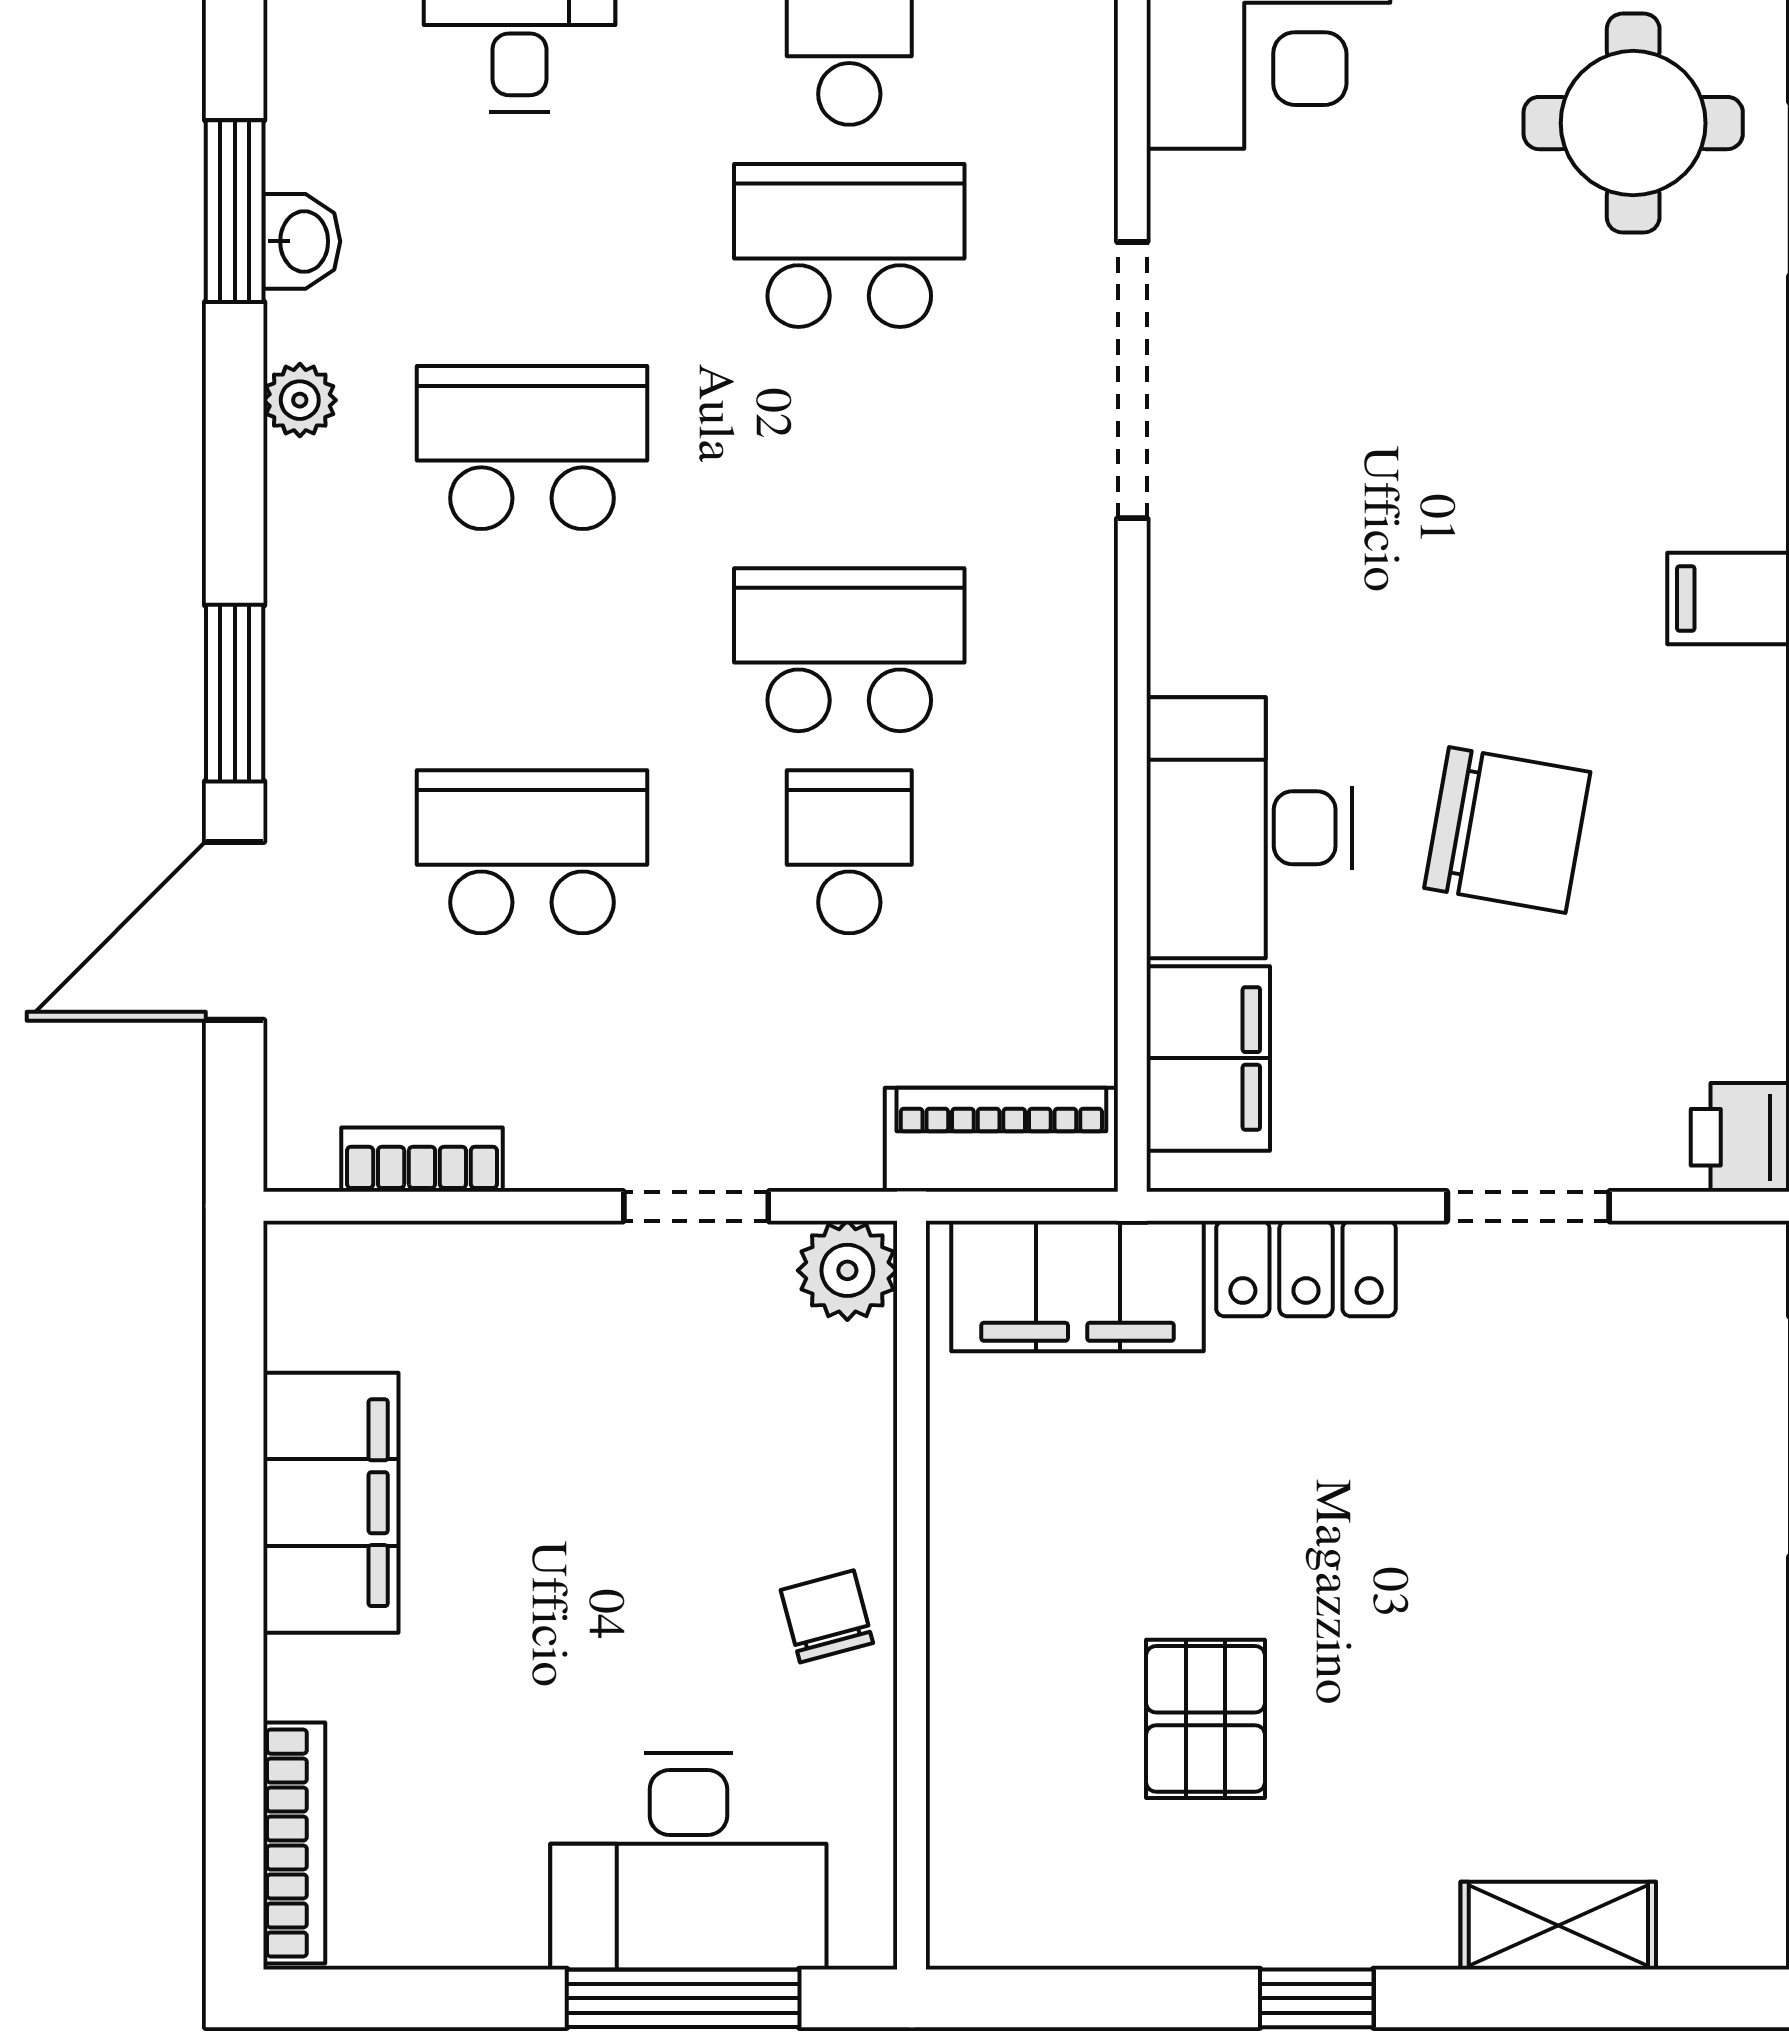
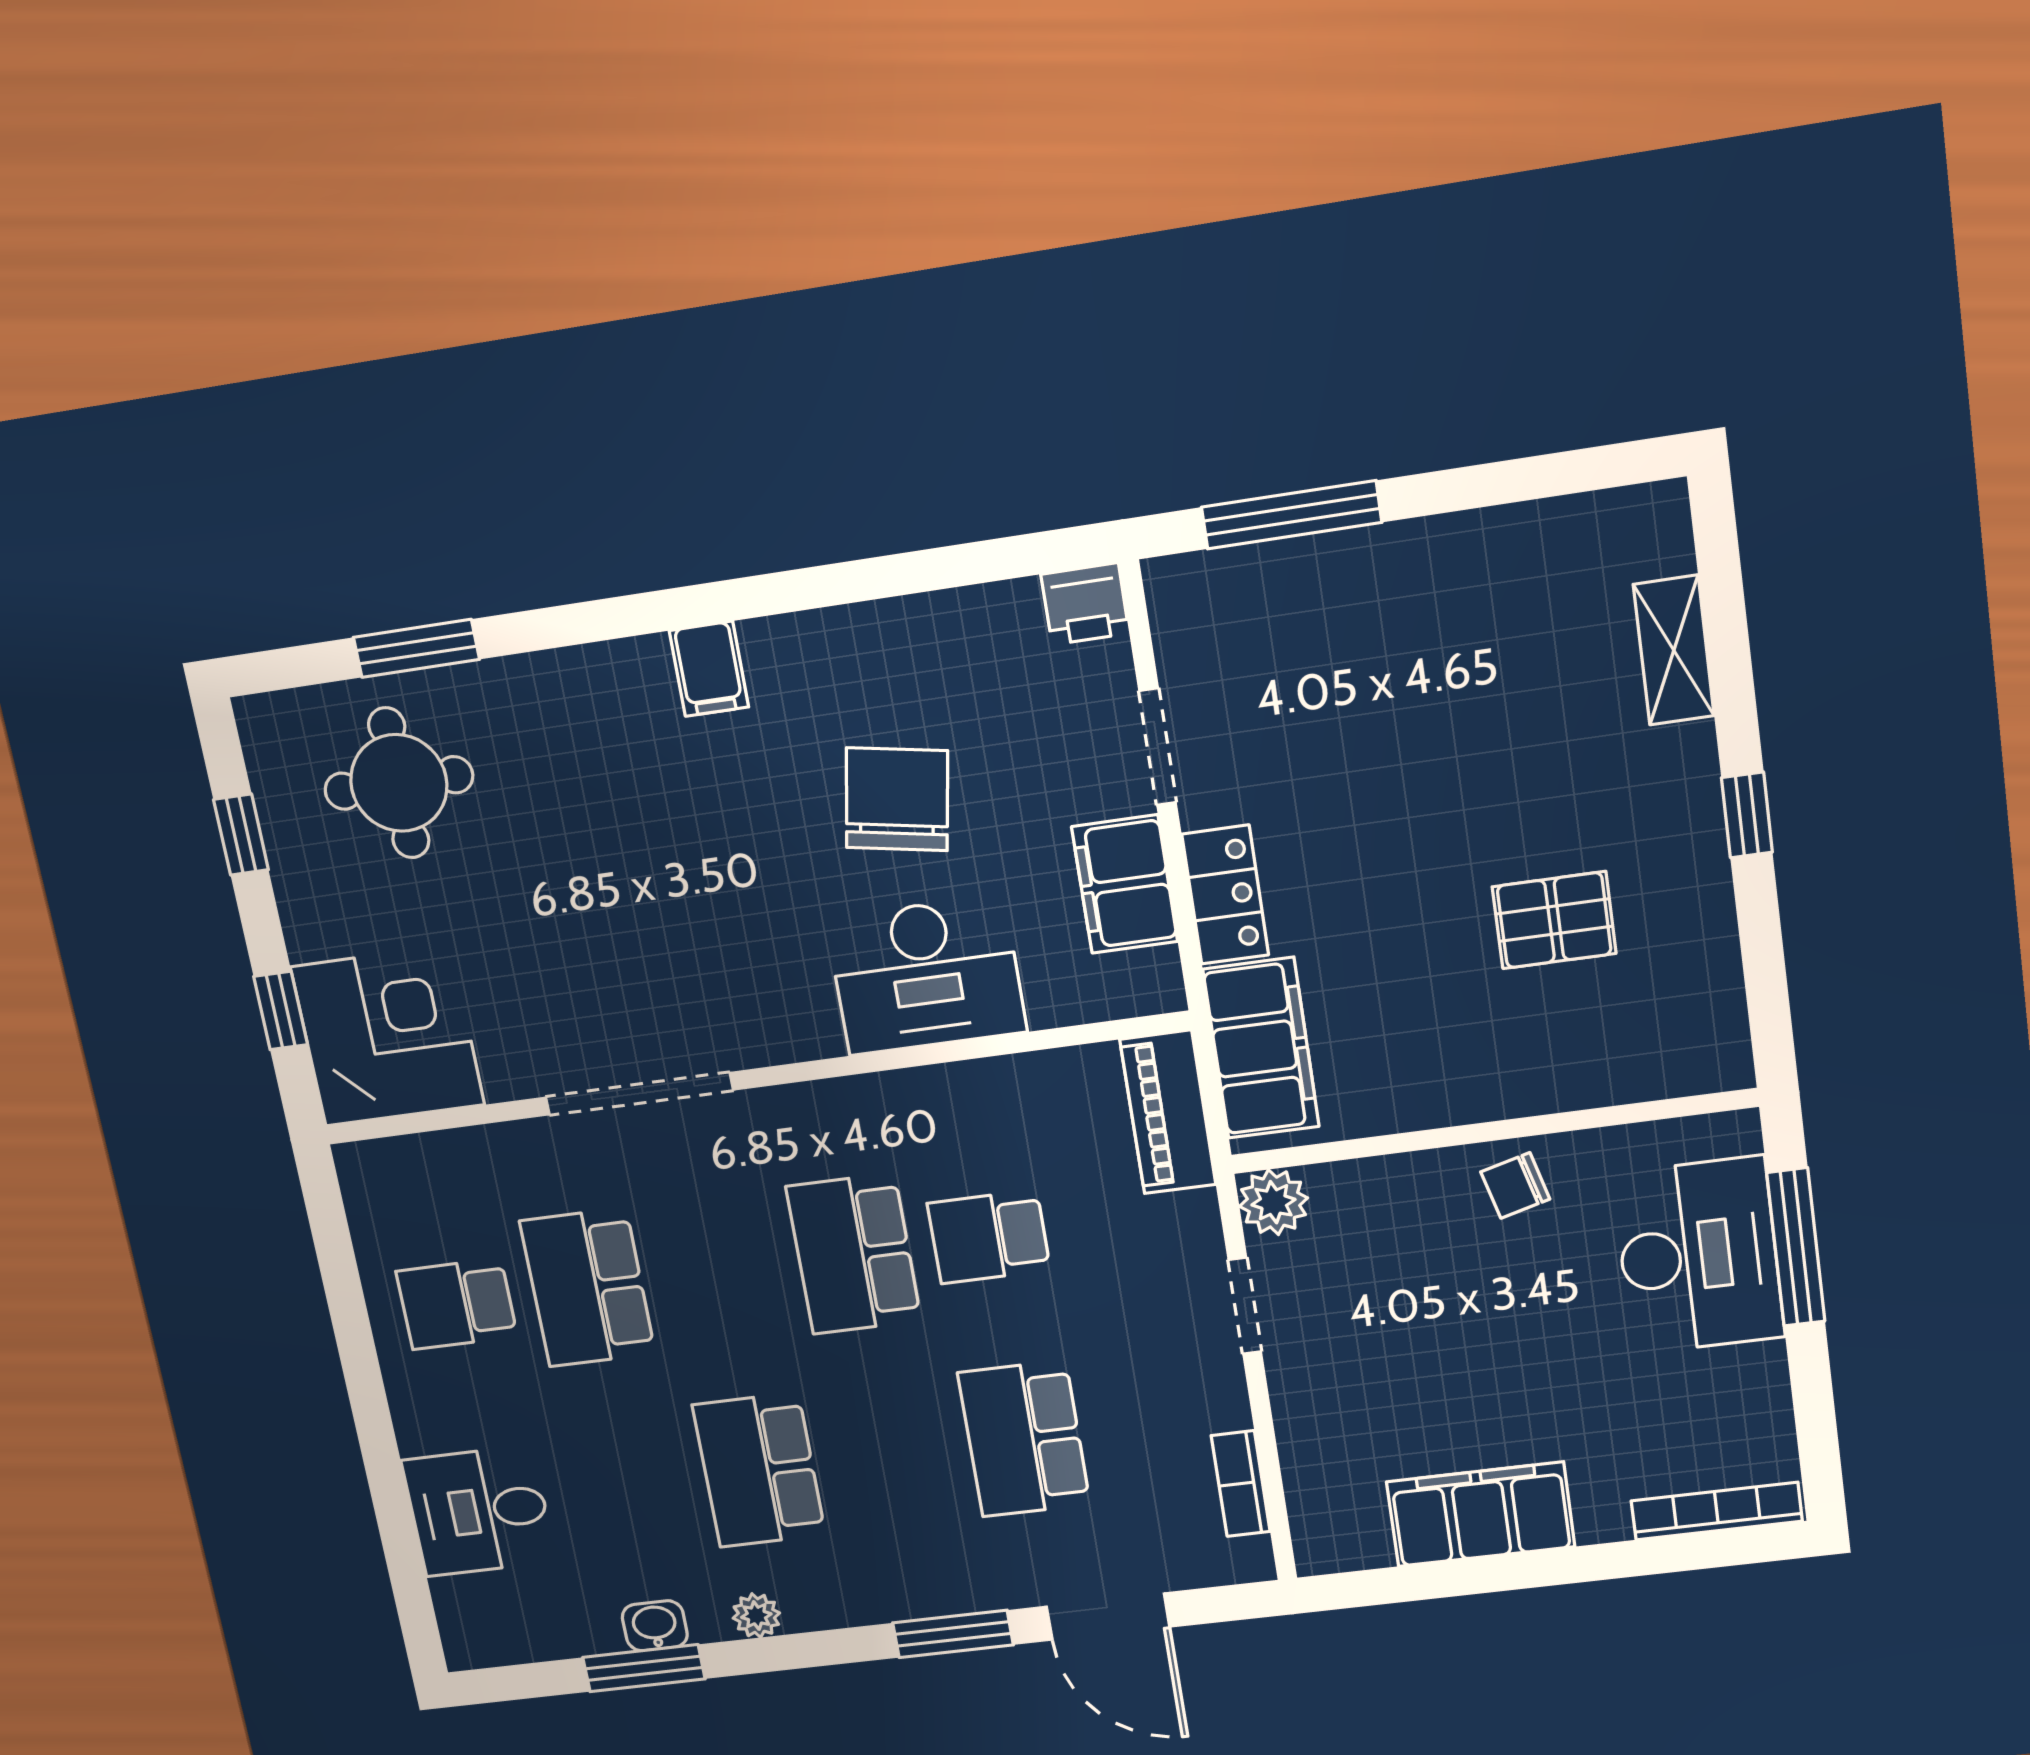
filing cabinet: (1208, 1058) -> (1125, 884), moved, turned -90

